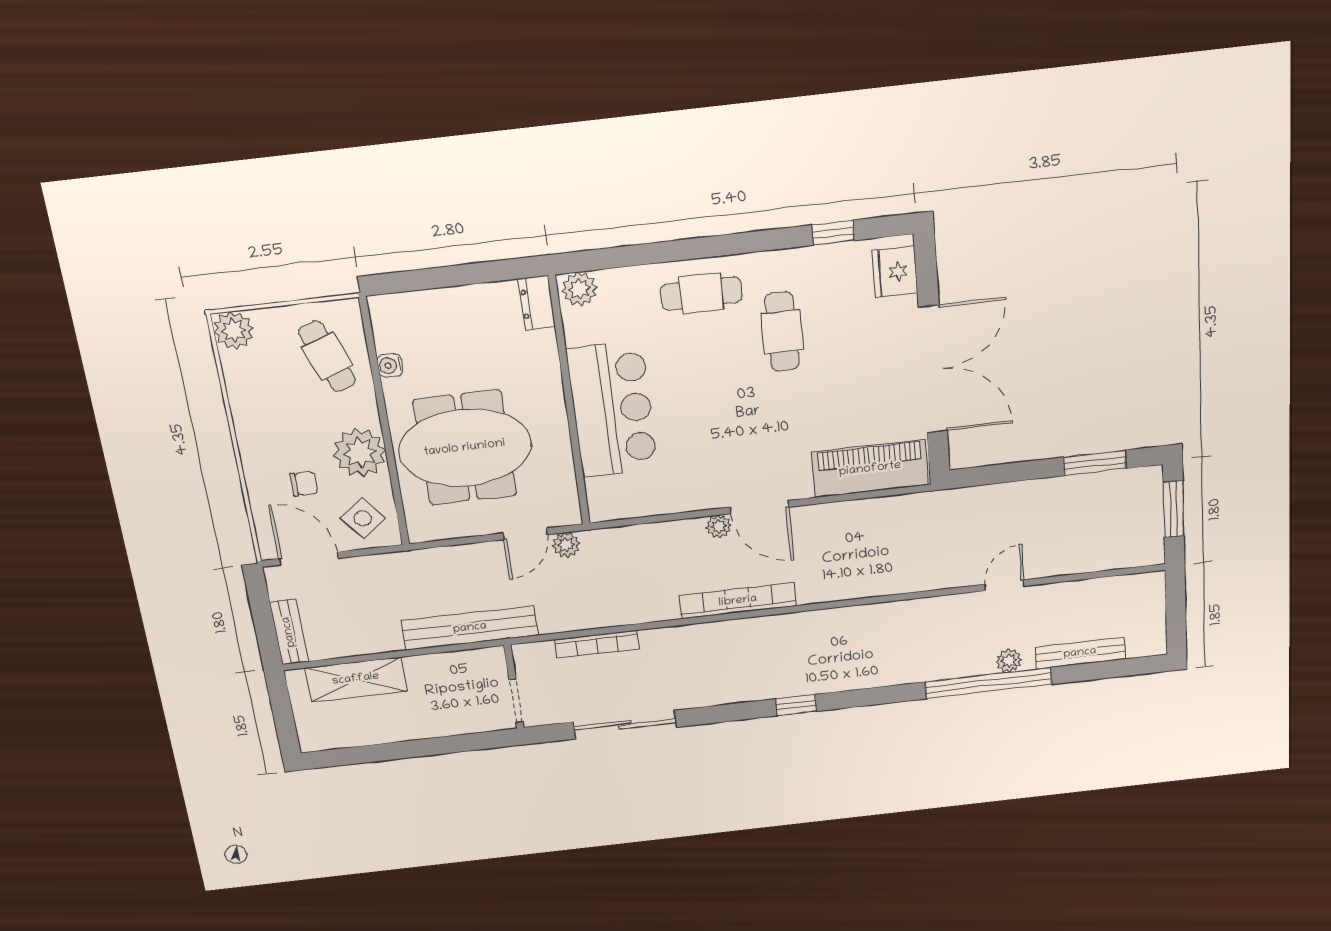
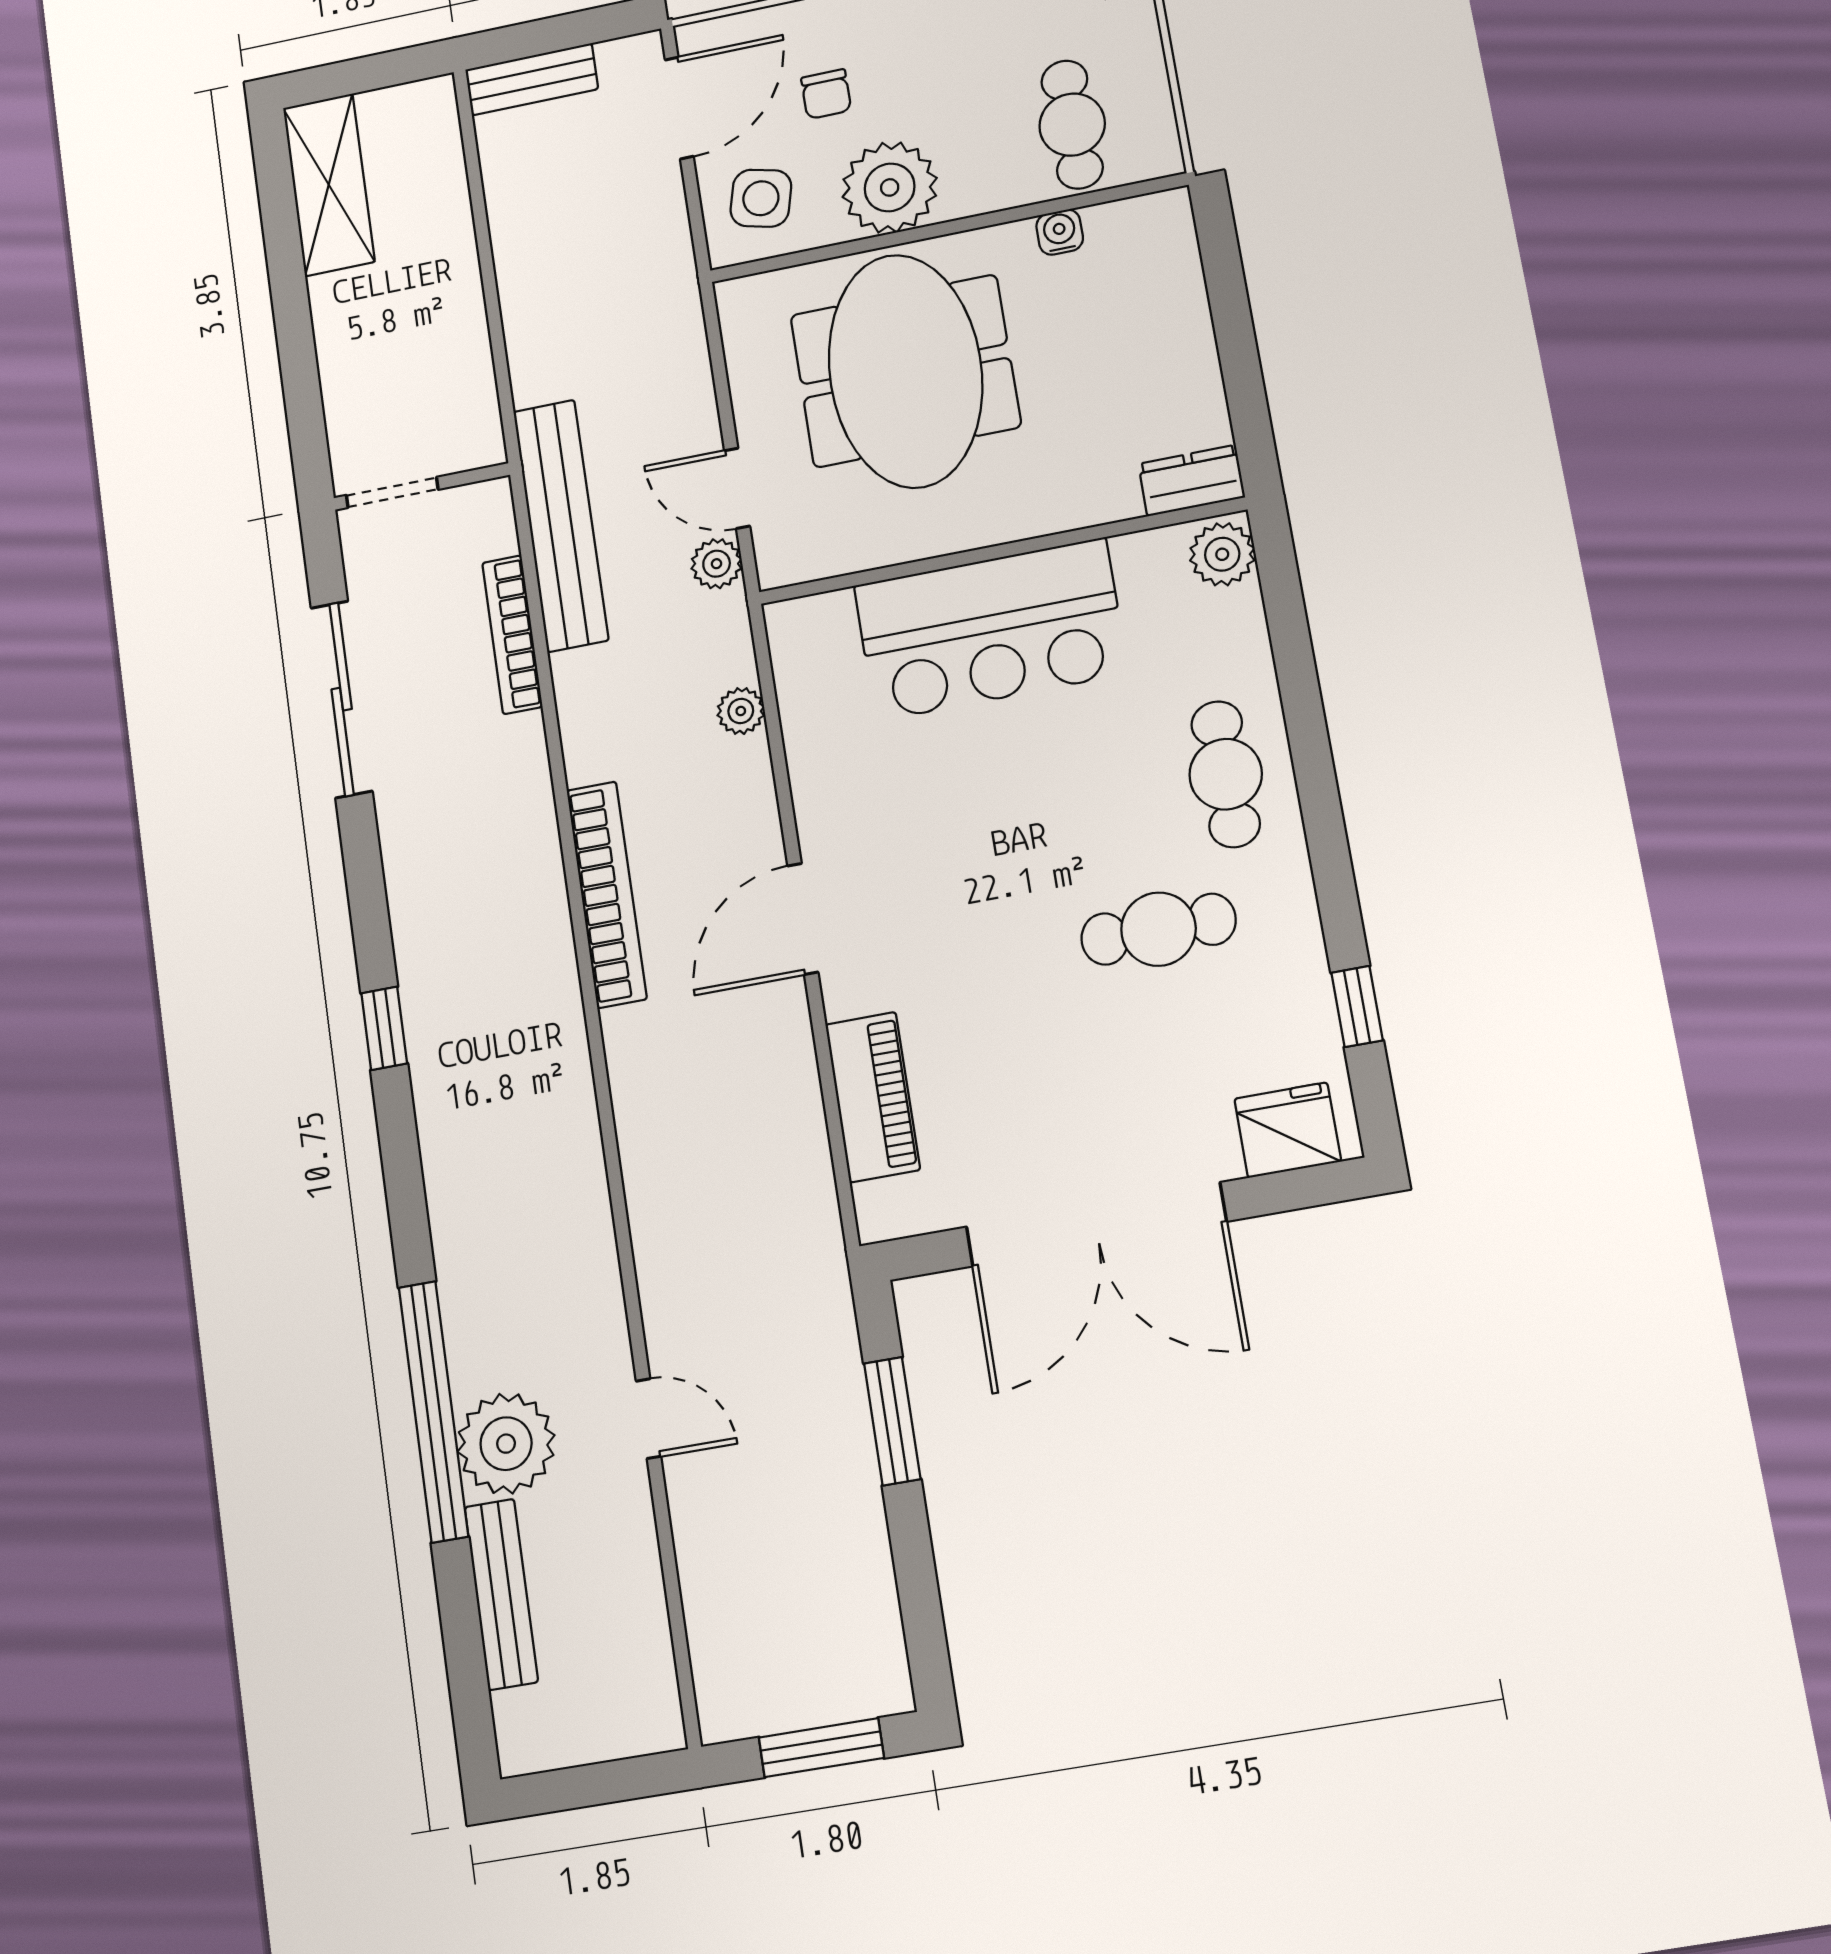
cafe table: (327, 356) -> (1072, 125), turned -69
window: (1095, 463) -> (892, 1421), moved
piano: (870, 469) -> (873, 1097), width x0.73, depth x0.75
side table: (363, 518) -> (761, 198), turned -38
plant: (719, 526) -> (741, 711), moved
bench: (470, 628) -> (561, 525), moved
plant: (1009, 661) -> (506, 1444), width x1.87, depth x1.87
shelving: (356, 679) -> (329, 185), moved

